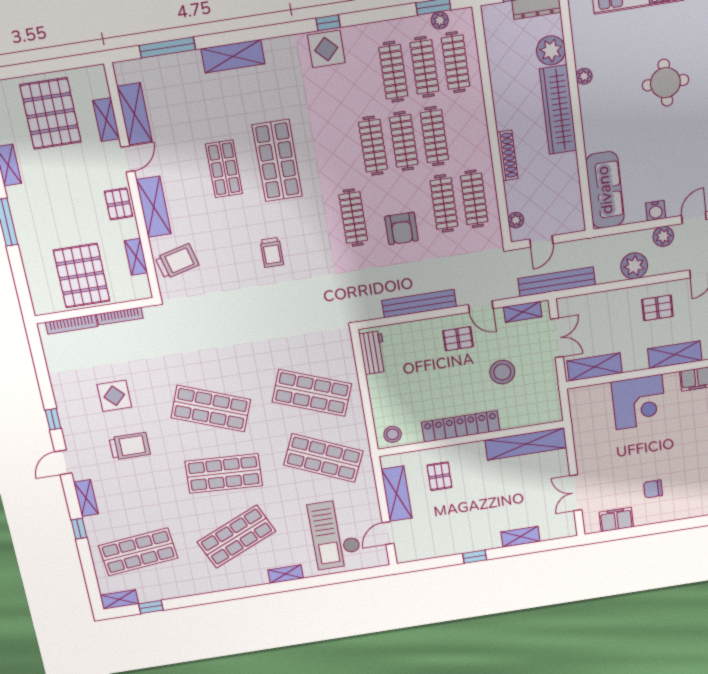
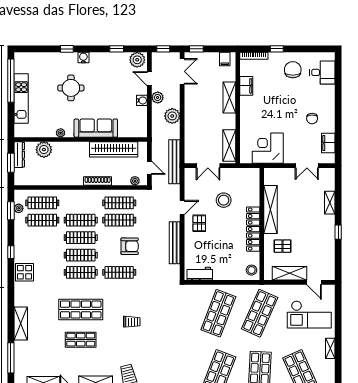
window: (328, 23) -> (11, 252), moved
clothes rail: (393, 72) -> (81, 272), moved
wardrobe: (558, 110) -> (114, 149), moved
sofa: (605, 190) -> (96, 128), moved
pallet: (657, 308) -> (199, 105), removed
shelving: (523, 312) -> (189, 184), removed
double door: (557, 338) -> (208, 166), swing flipped
corner desk: (639, 402) -> (268, 148), moved, turned -90
shelving: (526, 444) -> (271, 210), moved

